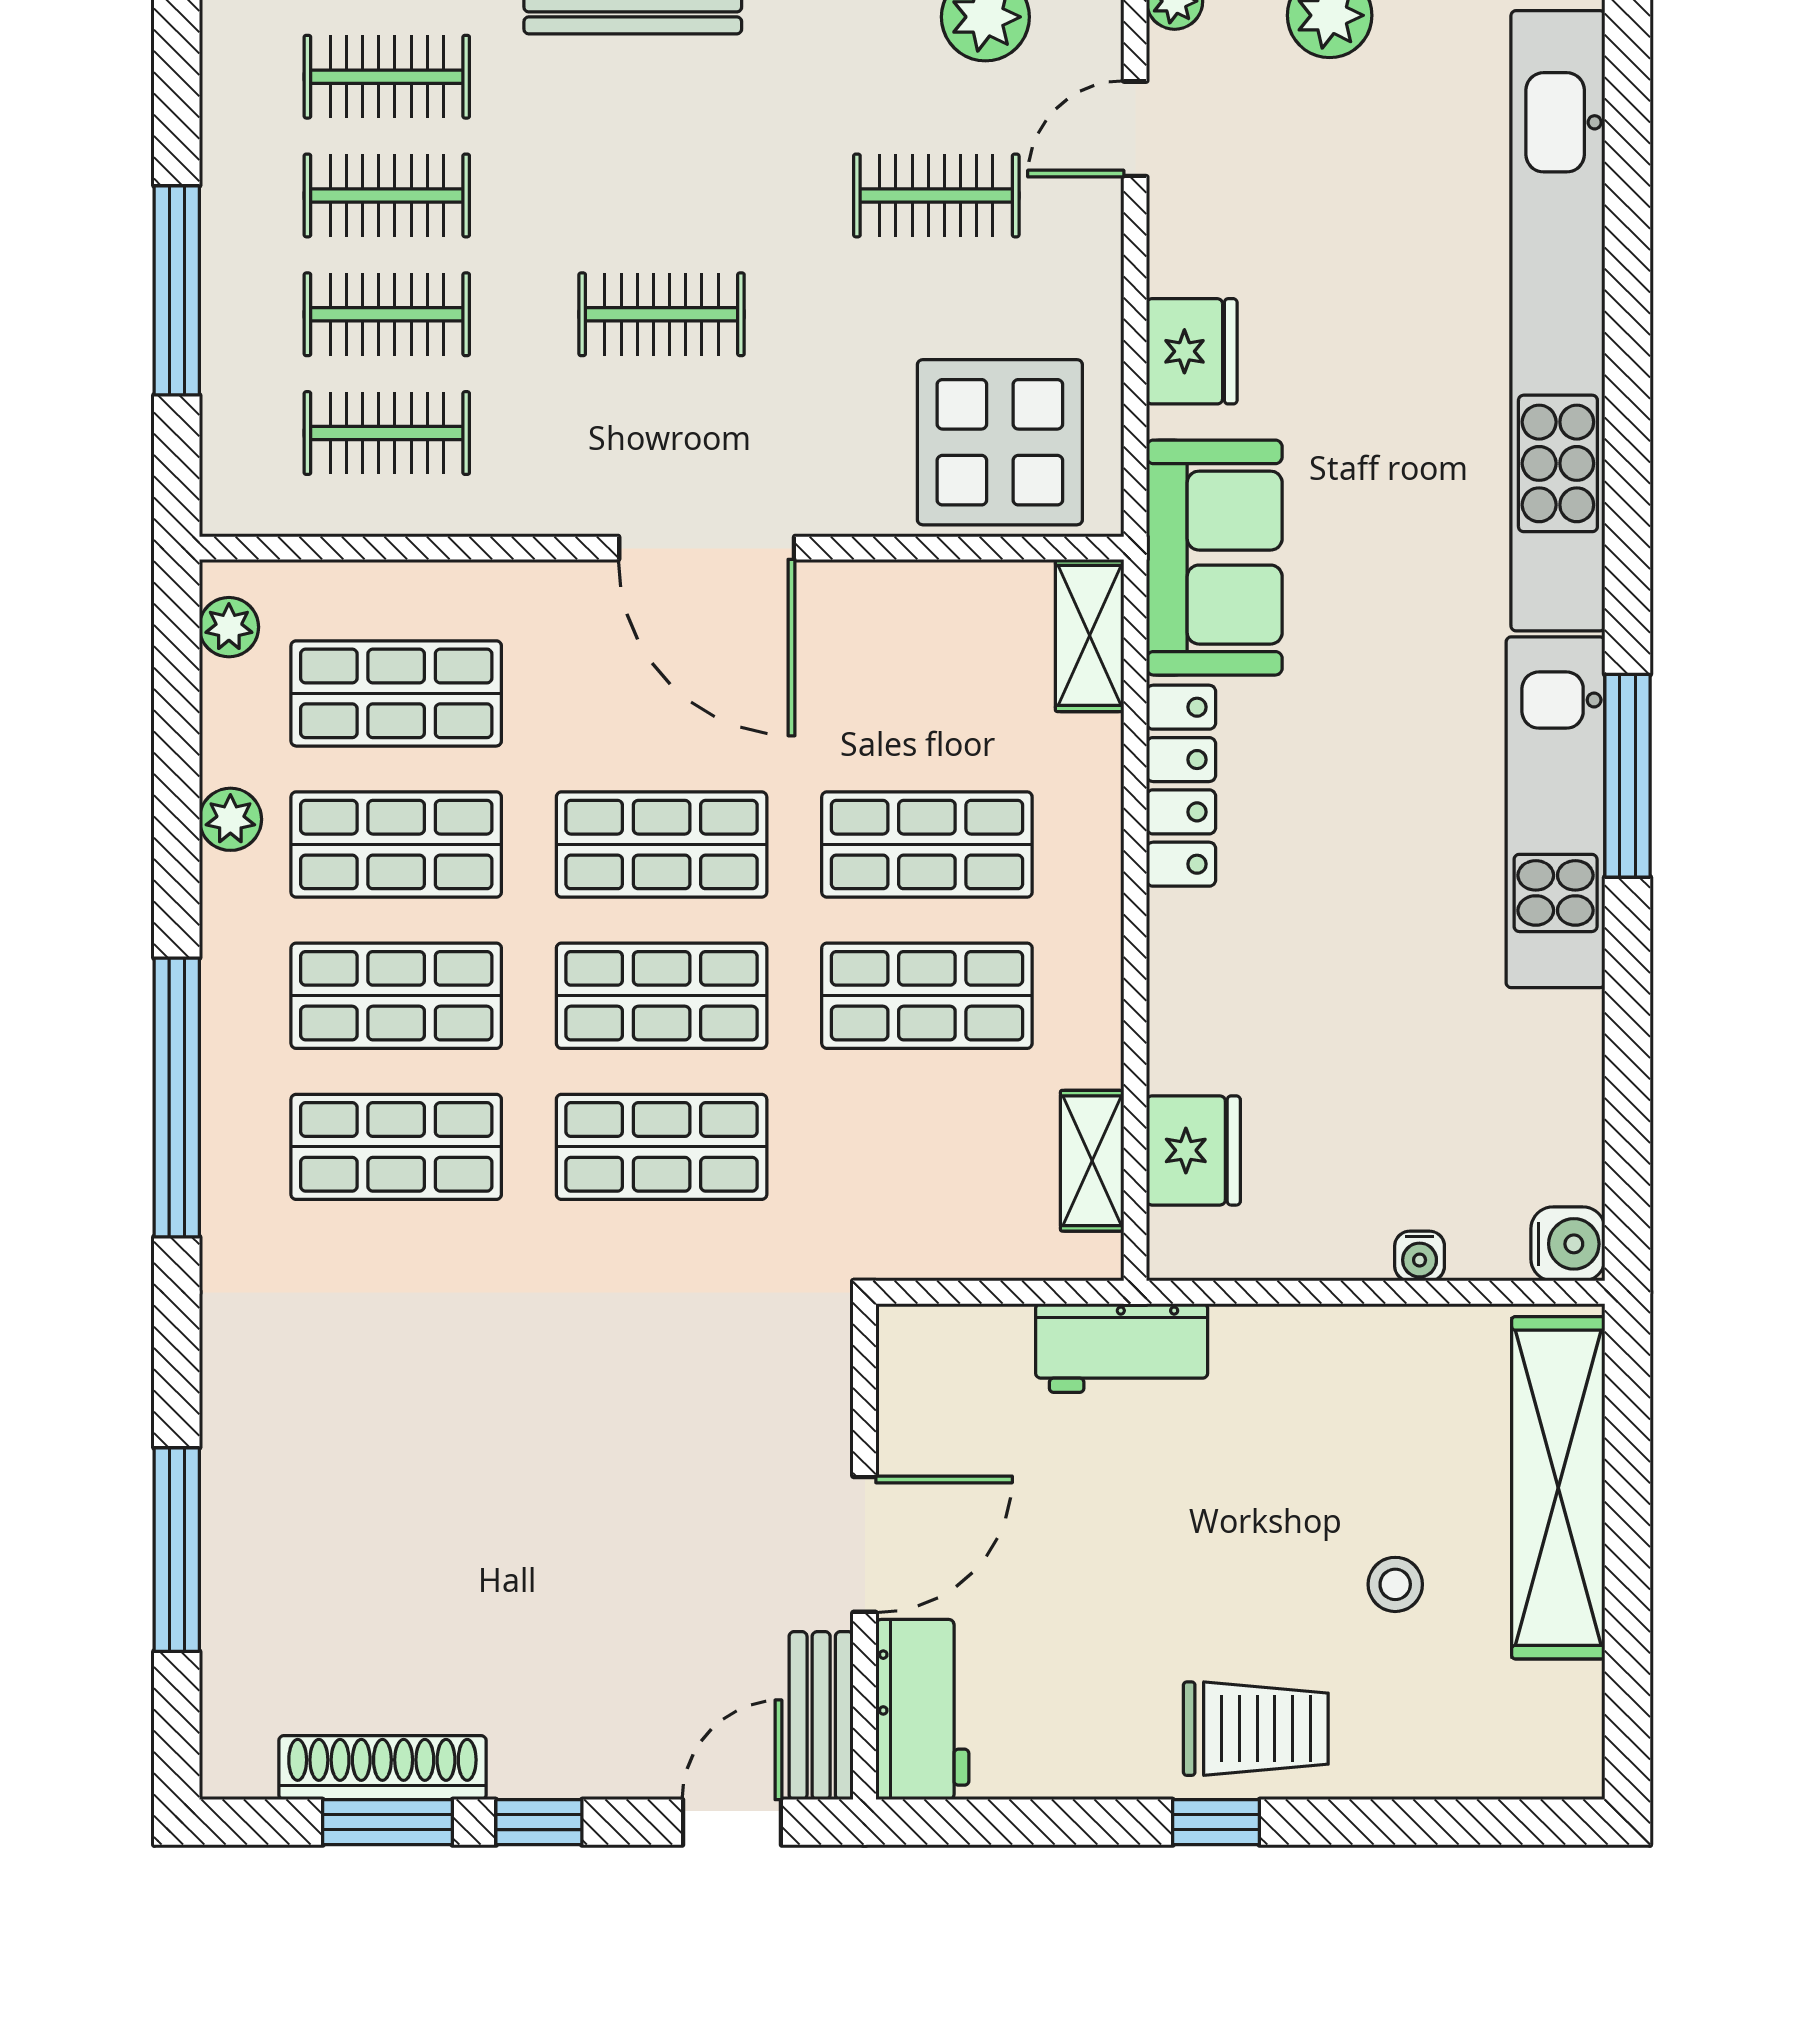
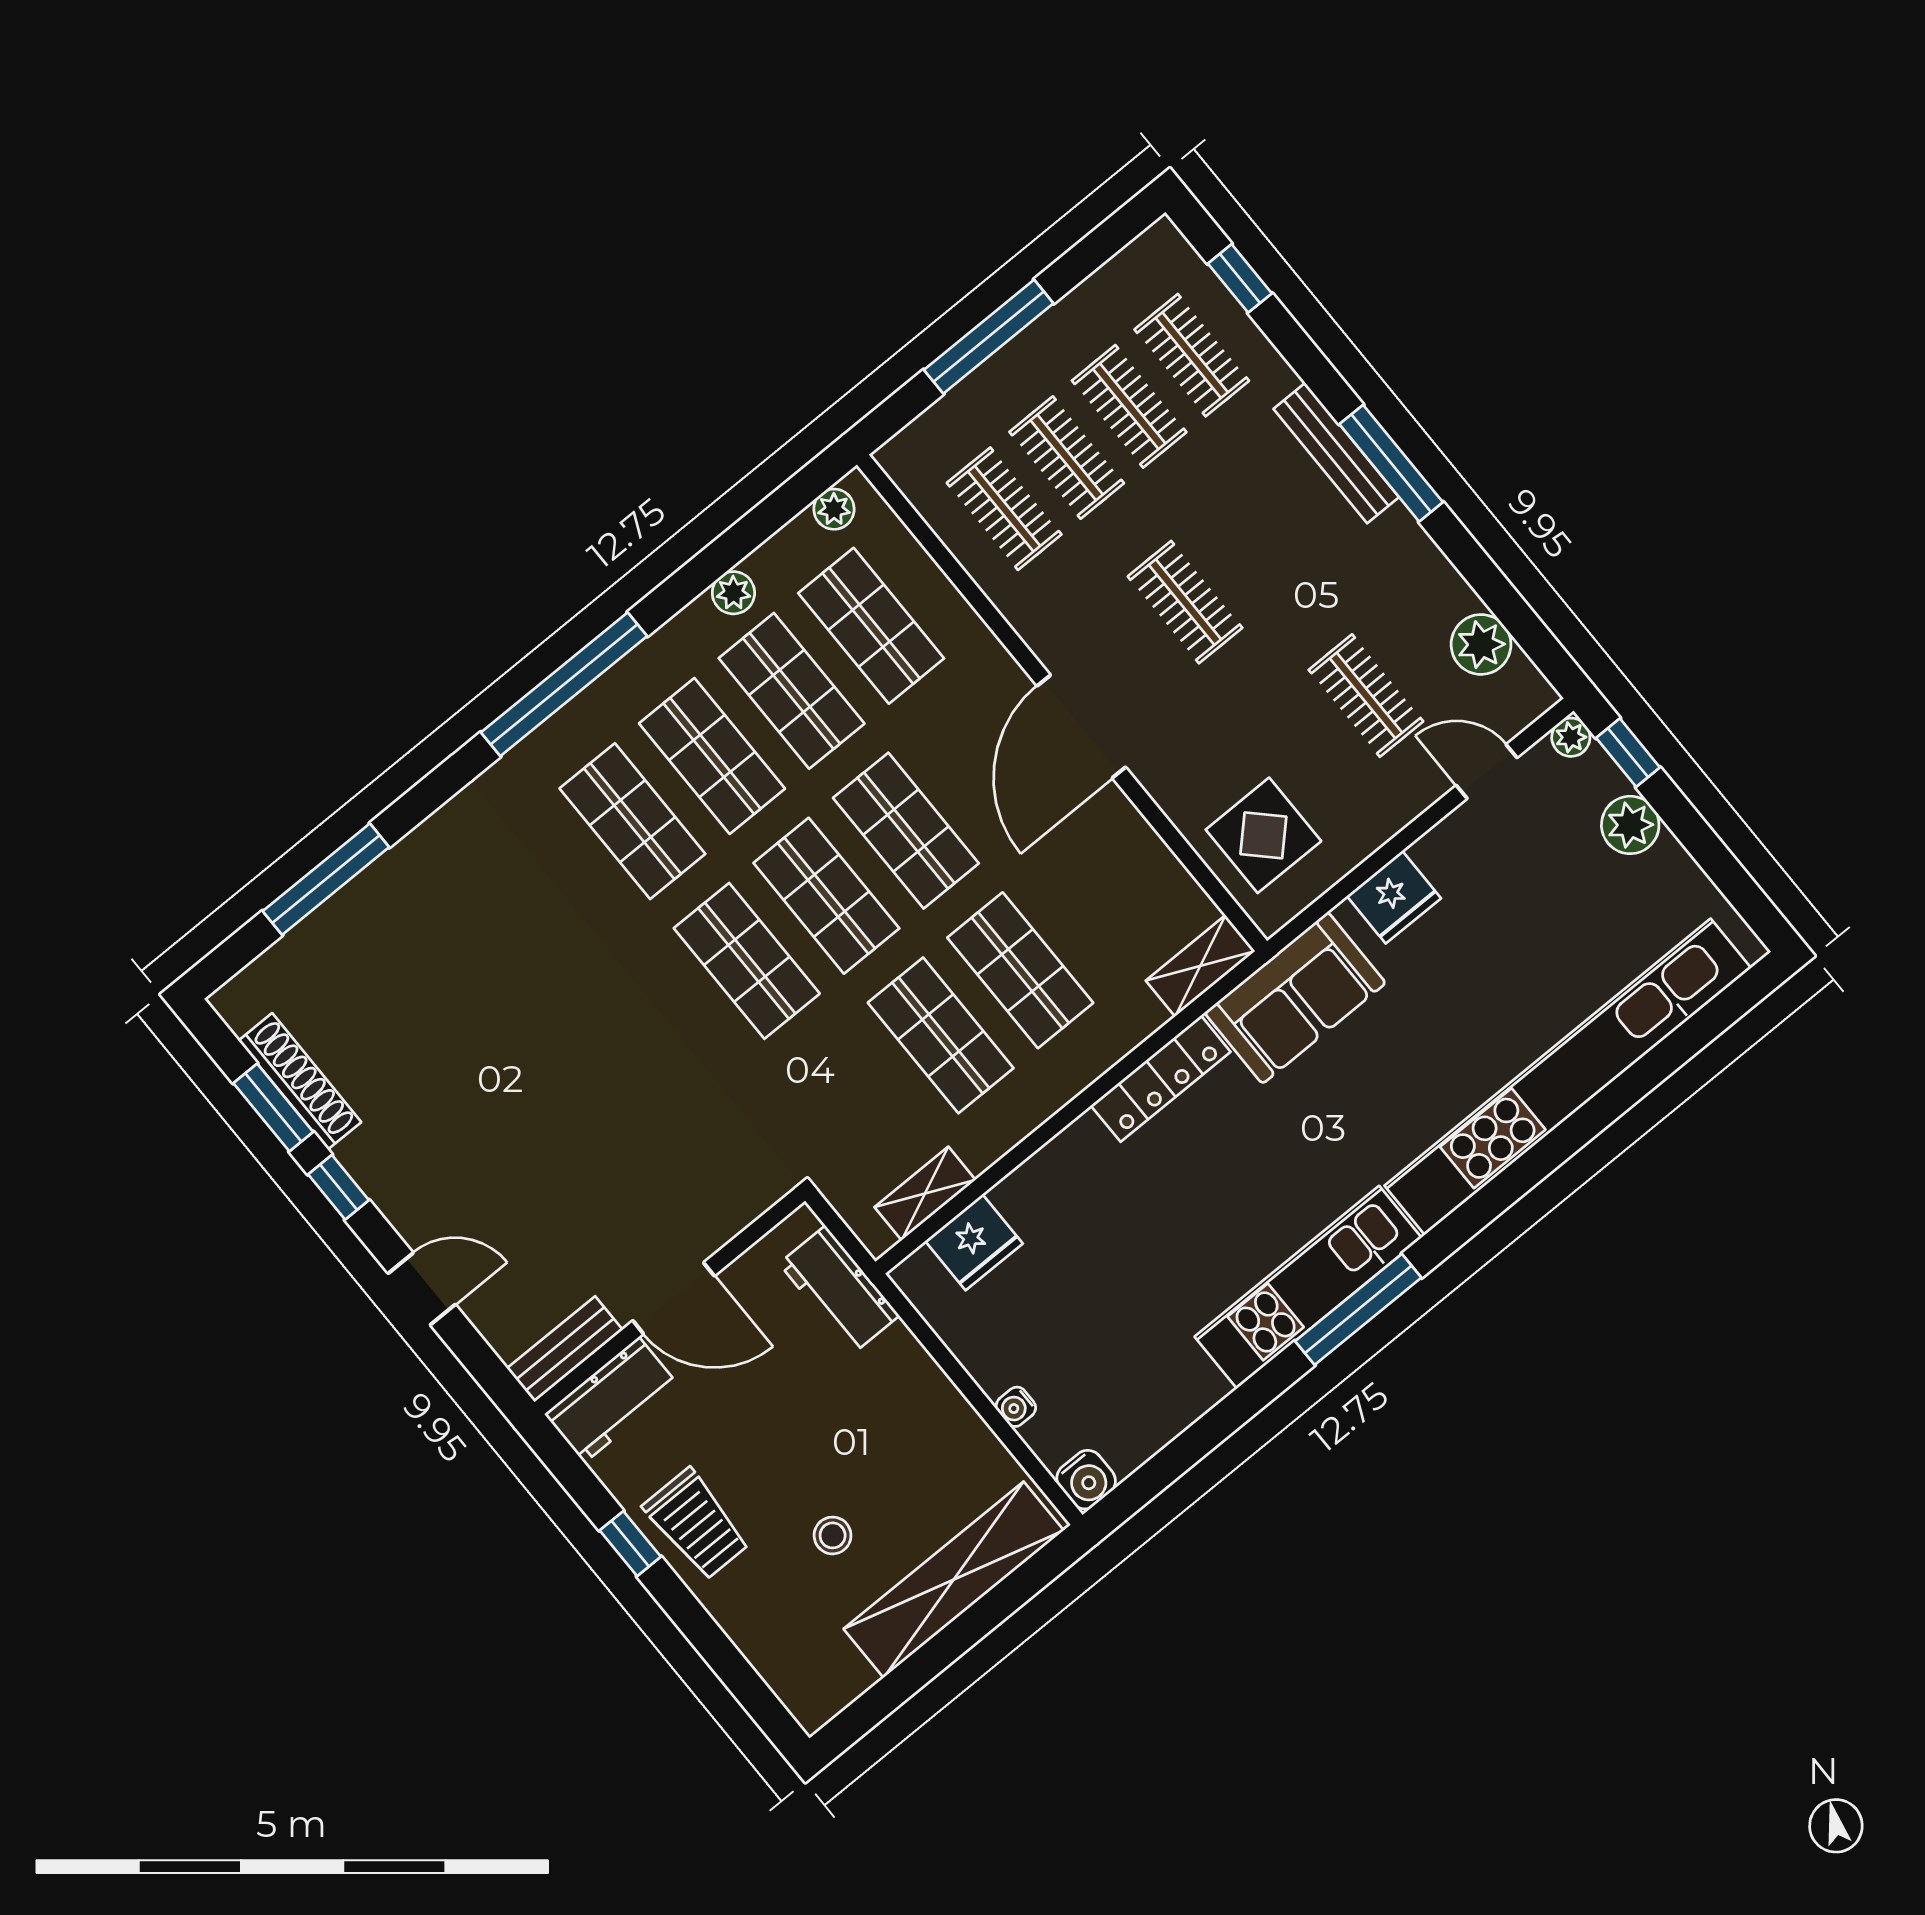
display table: (1000, 442) -> (1263, 835), width x0.73, depth x0.73
door: (865, 1544) -> (674, 1298), moved
wall: (865, 1552) -> (670, 1301), moved
workbench: (922, 1710) -> (612, 1400), moved
bench: (821, 1716) -> (565, 1349), moved

